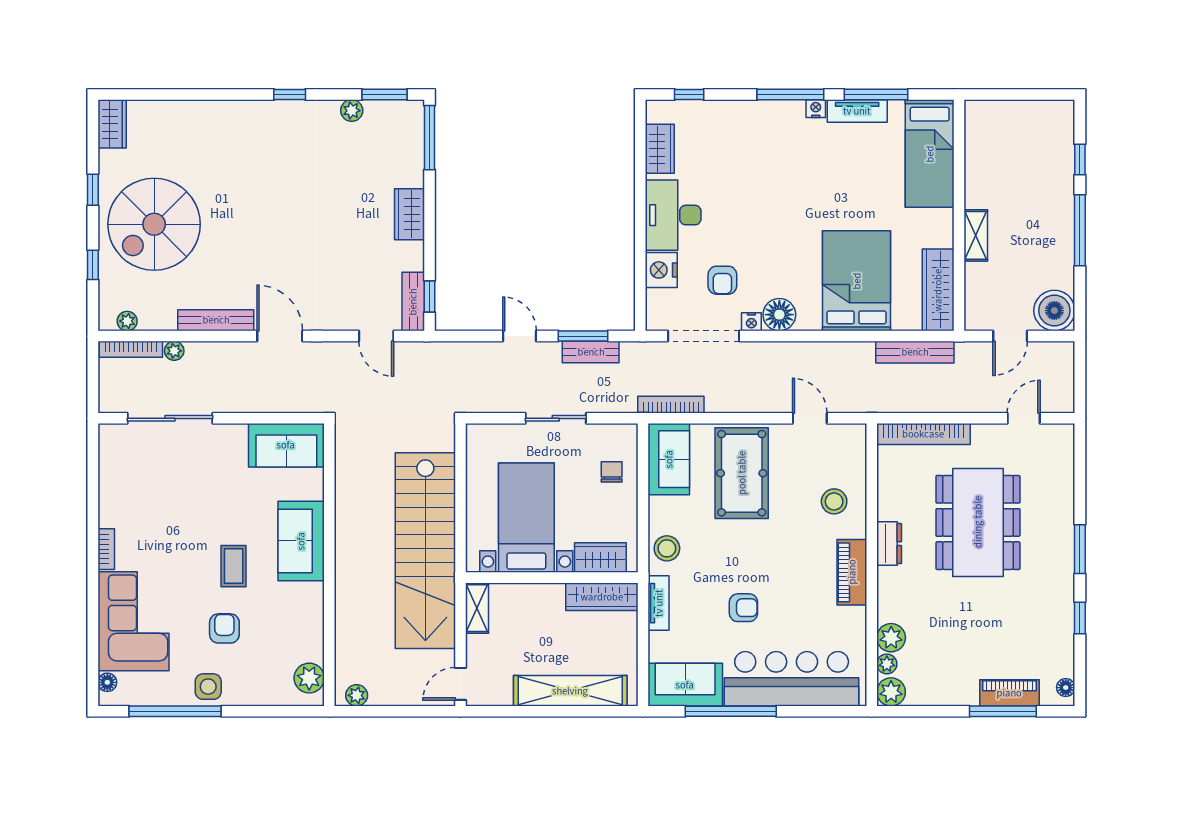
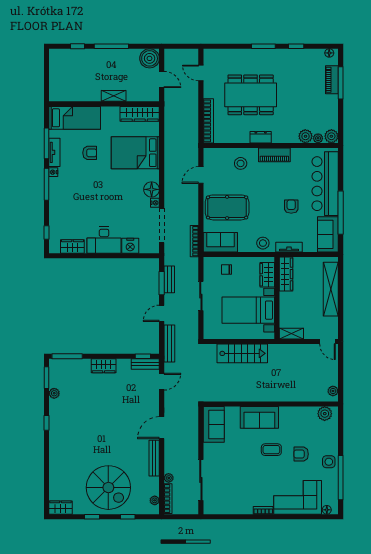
armchair: (722, 280) -> (90, 153), moved
bench: (915, 352) -> (169, 344), moved
stairs: (425, 551) -> (242, 353), width x0.54, depth x0.66

